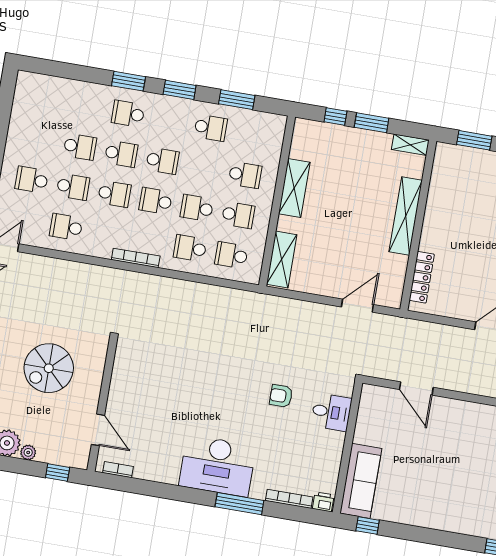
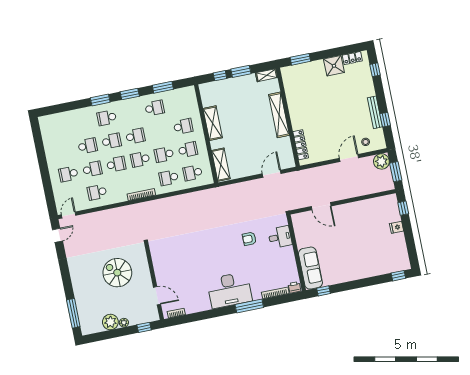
spiral stairs: (49, 368) -> (117, 273), turned 90

